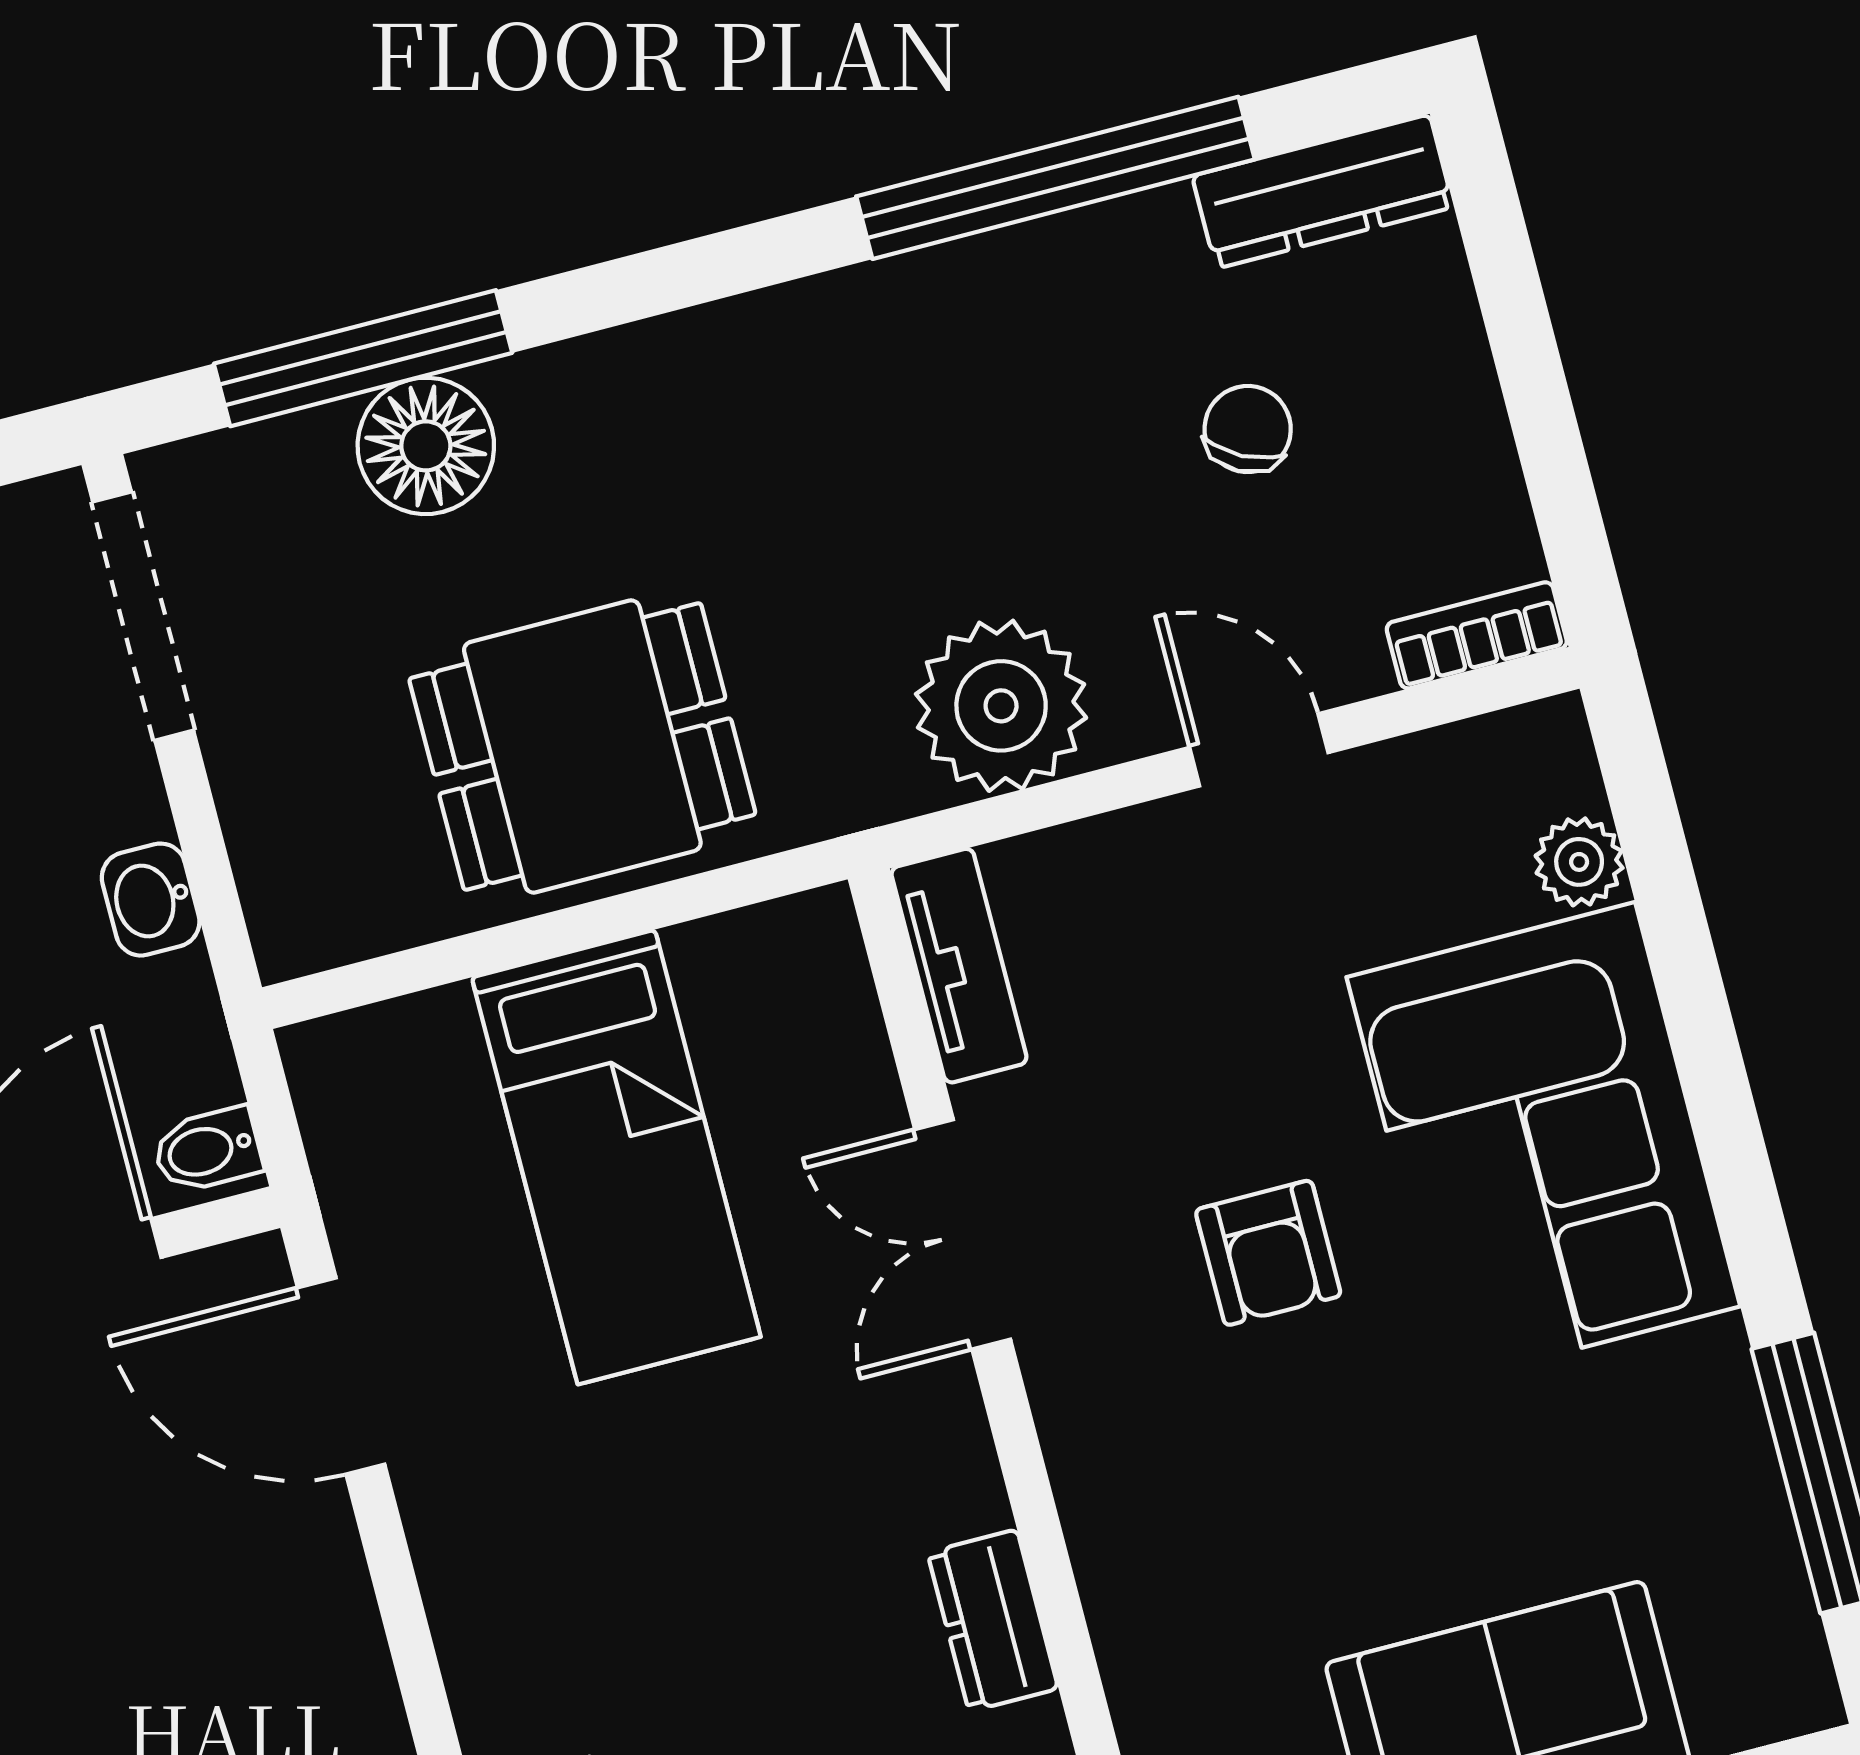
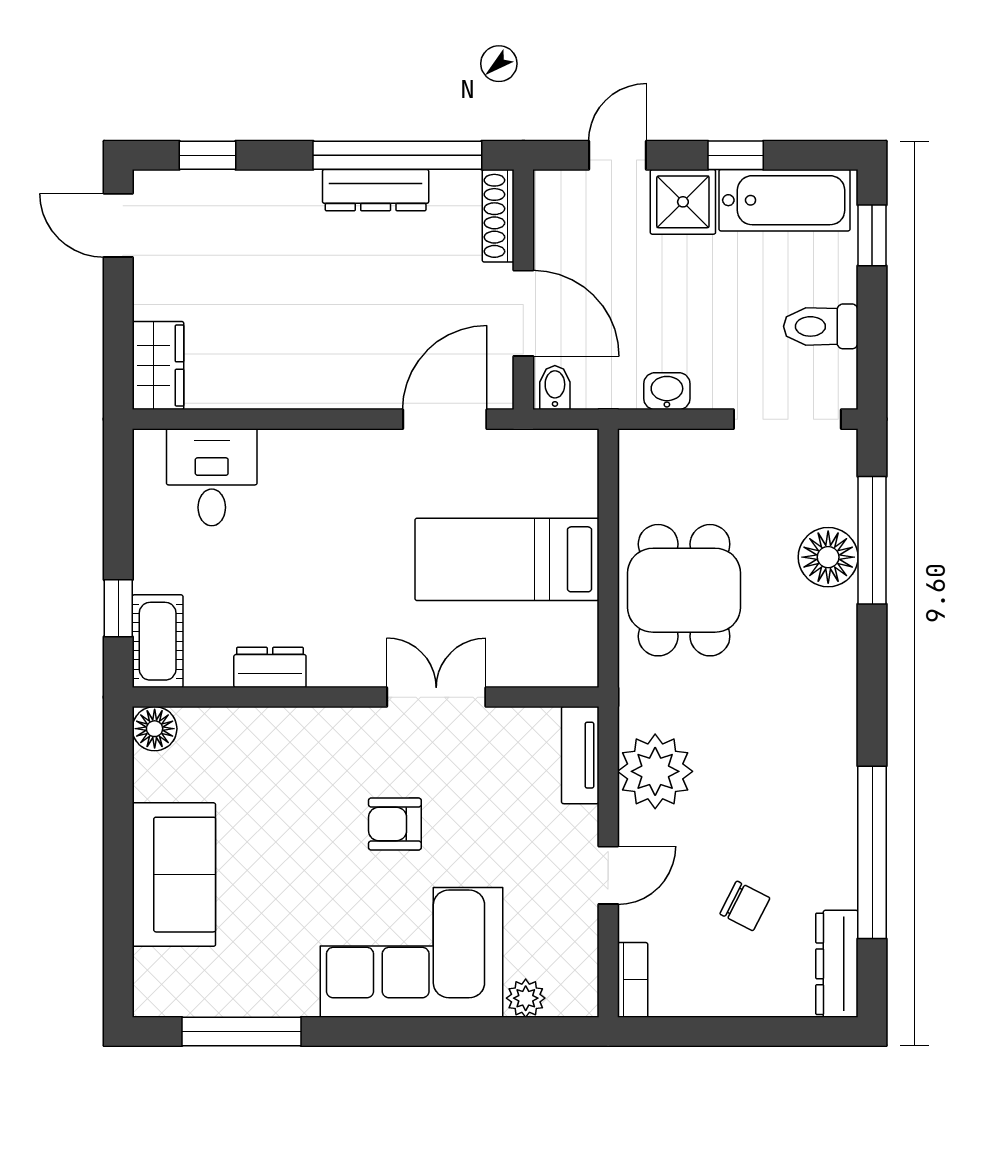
tv unit: (959, 966) -> (580, 755), moved, turned 90

